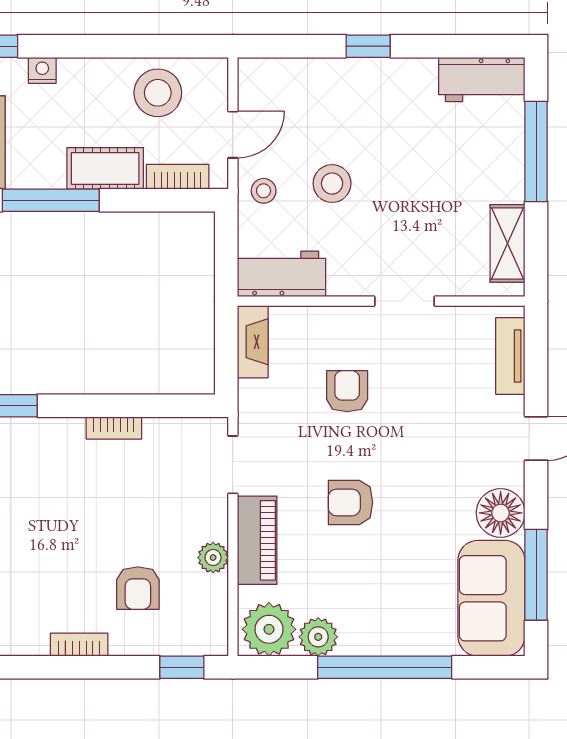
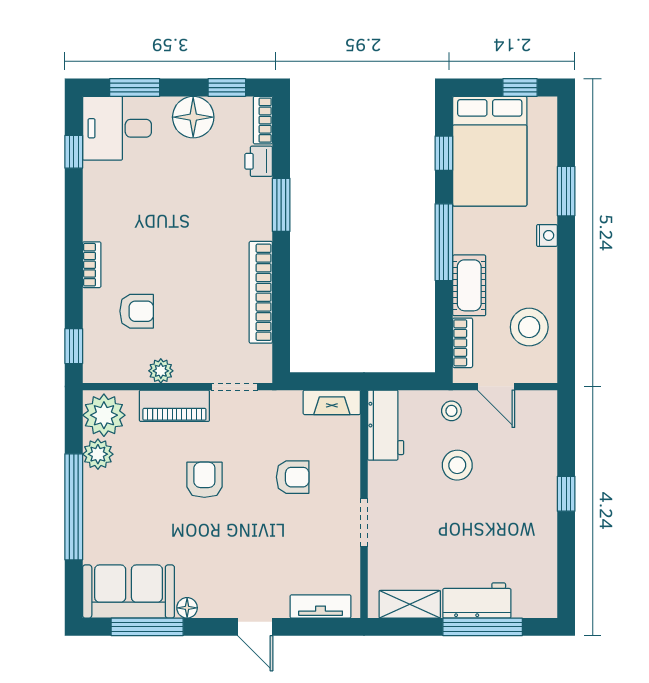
workbench: (482, 80) -> (477, 600), moved, turned 90
bookcase: (114, 428) -> (261, 292), width x2.31, depth x1.31
floor lamp: (501, 513) -> (187, 608), width x0.53, depth x0.53
armchair: (138, 588) -> (137, 311), turned 180

